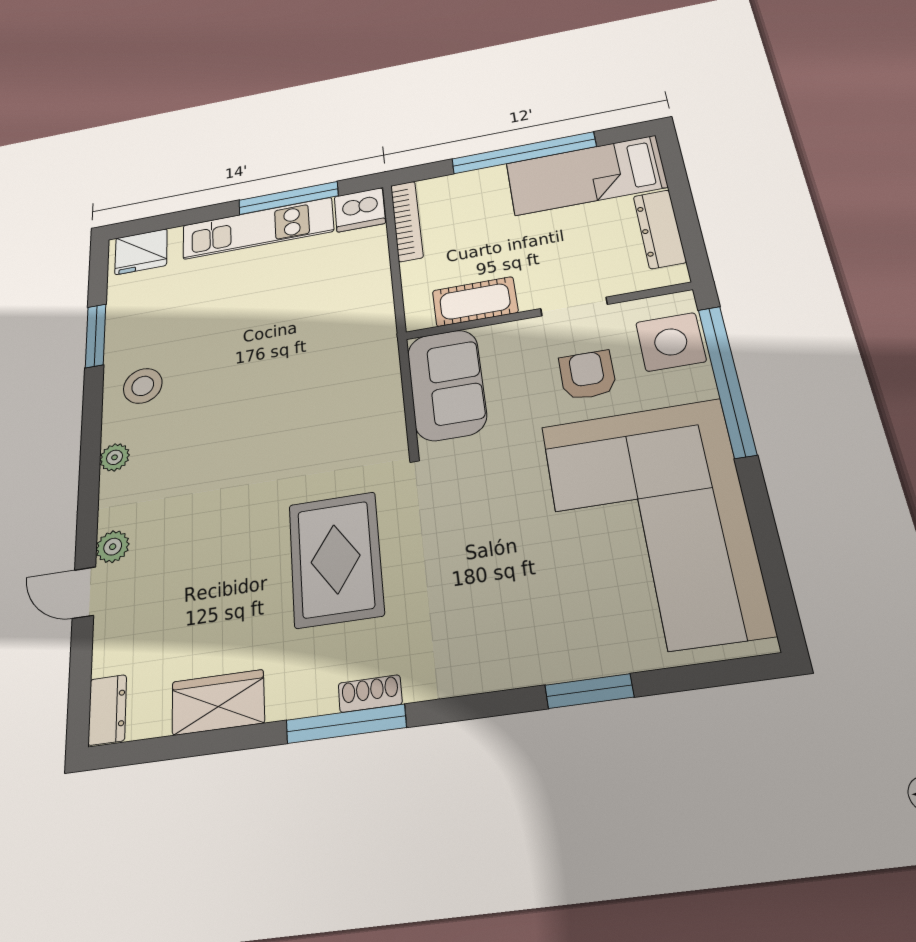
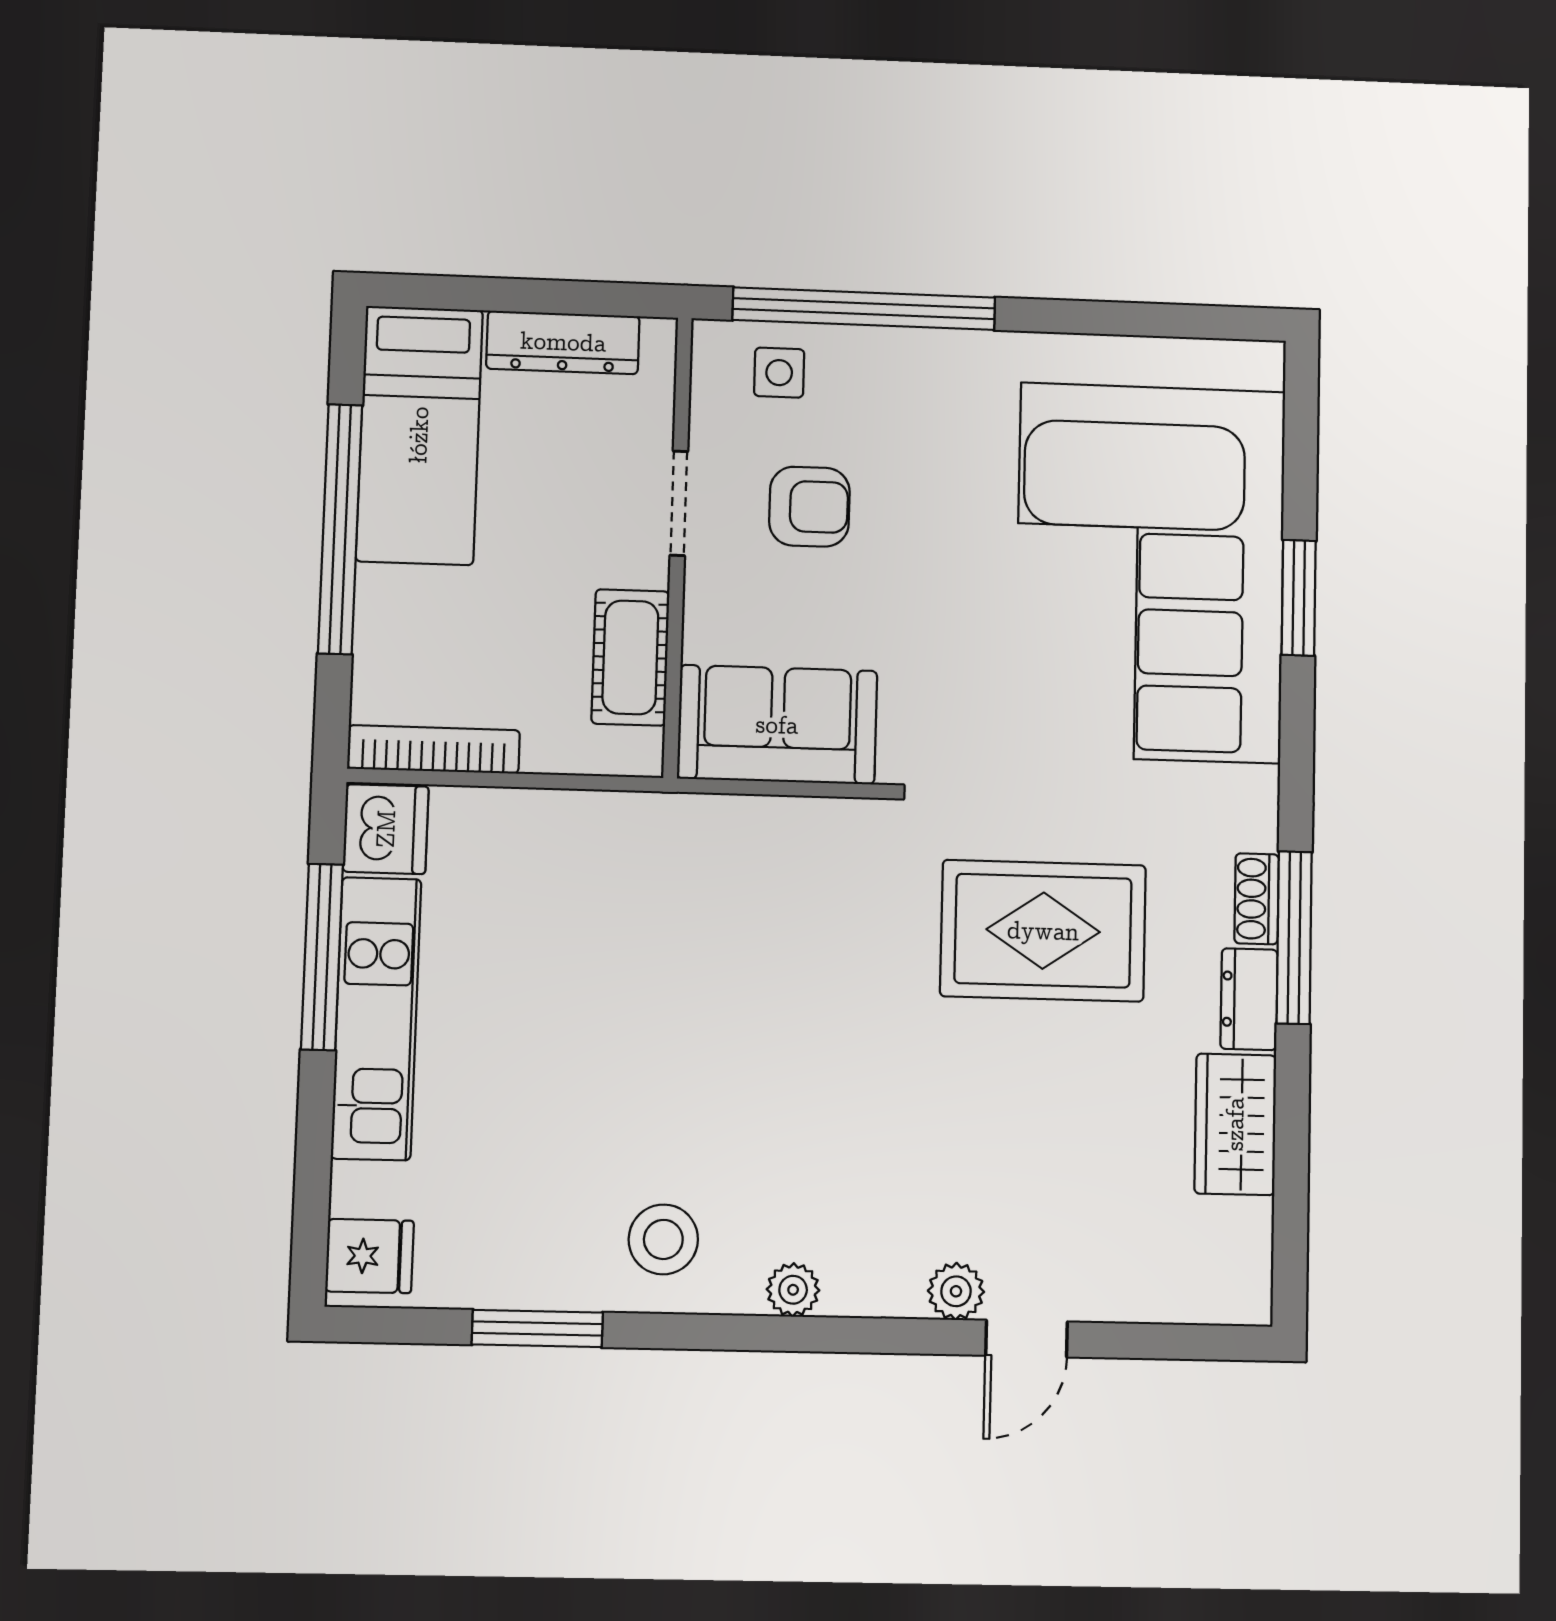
fridge: (141, 252) -> (370, 1256), width x0.72
side table: (671, 342) -> (779, 373), width x0.54, depth x0.54
armchair: (587, 375) -> (809, 507), turned 180
corner sofa: (653, 526) -> (1150, 572), moved, turned 90
dresser: (107, 710) -> (1249, 999), moved, turned -90

